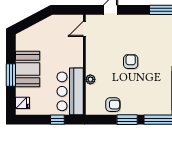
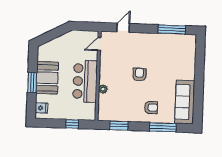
bar counter: (70, 91) -> (85, 81), moved
armchair: (113, 105) -> (151, 108), moved
window: (127, 120) -> (119, 126), moved

